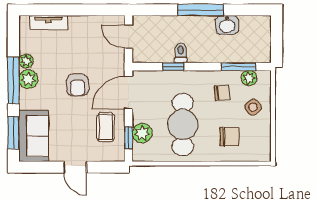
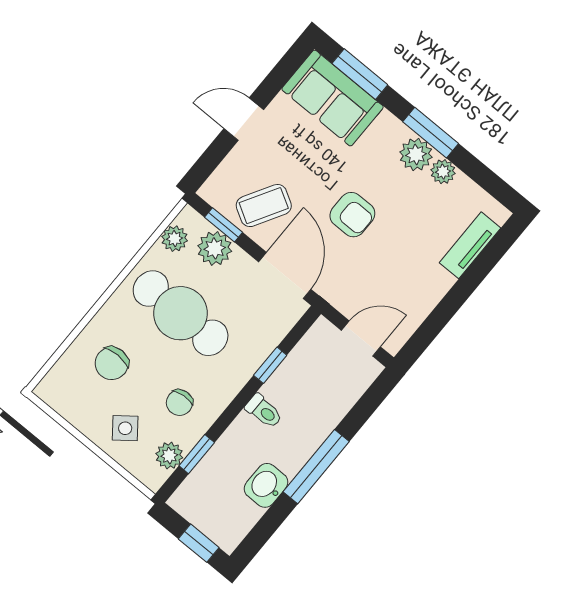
window: (277, 34) -> (199, 543), added
toilet: (181, 53) -> (264, 411), moved
window: (238, 67) -> (197, 454), width x0.67
window: (13, 81) -> (431, 133), width x0.69
armchair: (78, 85) -> (352, 215), turned 180
coffee table: (106, 127) -> (264, 206), turned -60
plant: (152, 154) -> (175, 239), added

